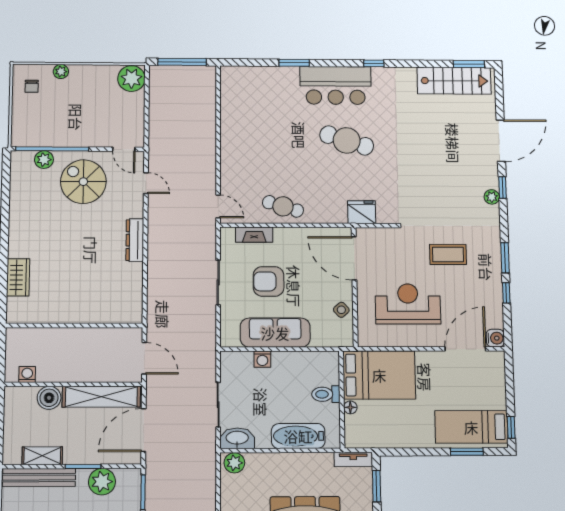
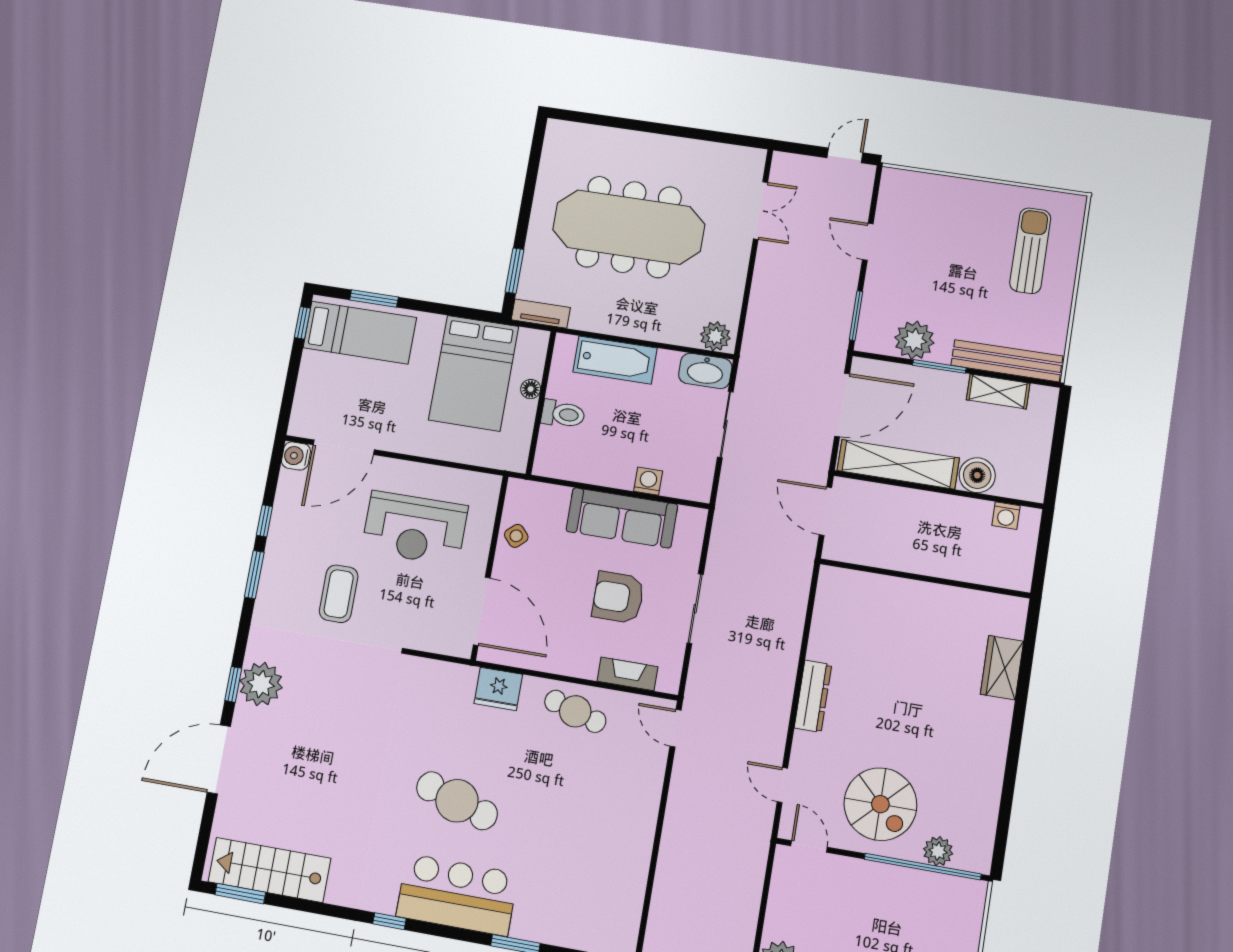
plant: (492, 197) -> (261, 684), width x1.88, depth x1.88
fridge: (362, 212) -> (498, 689), moved
coffee table: (448, 254) -> (339, 594), turned 90
armchair: (269, 281) -> (618, 597), turned 180
bed: (379, 375) -> (474, 373), moved, turned -90

